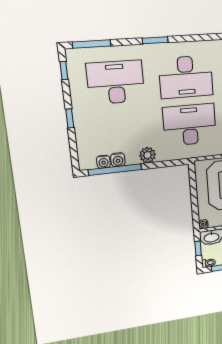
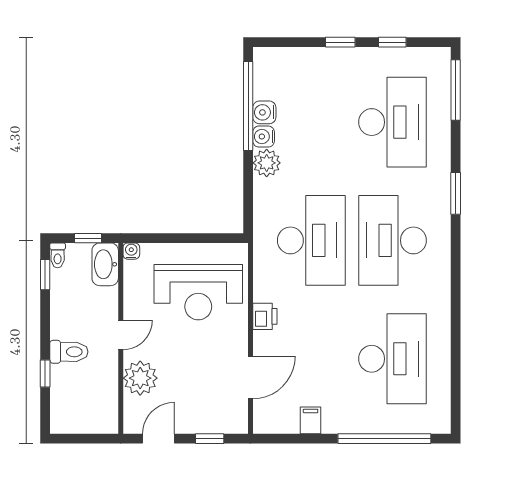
window: (64, 70) -> (392, 42), moved
water cooler: (103, 162) -> (264, 137), moved

